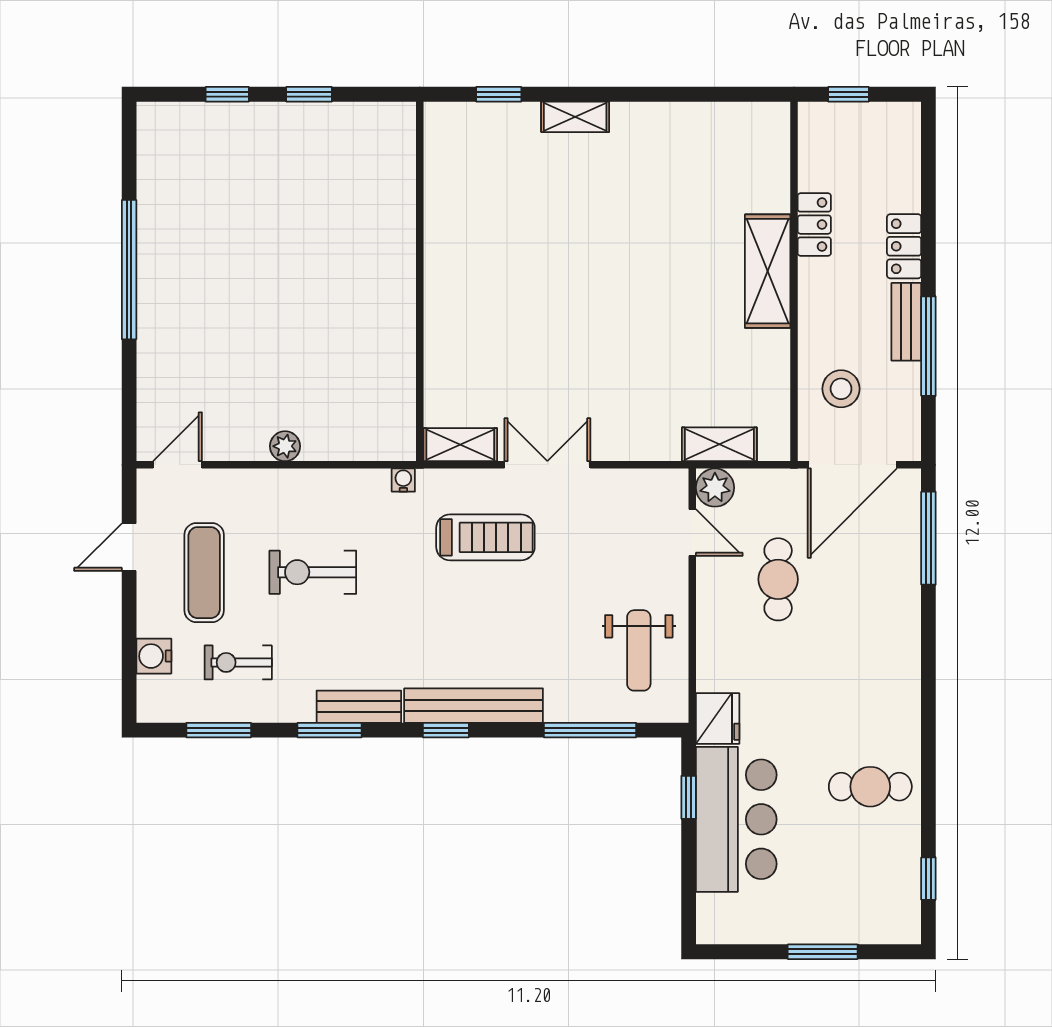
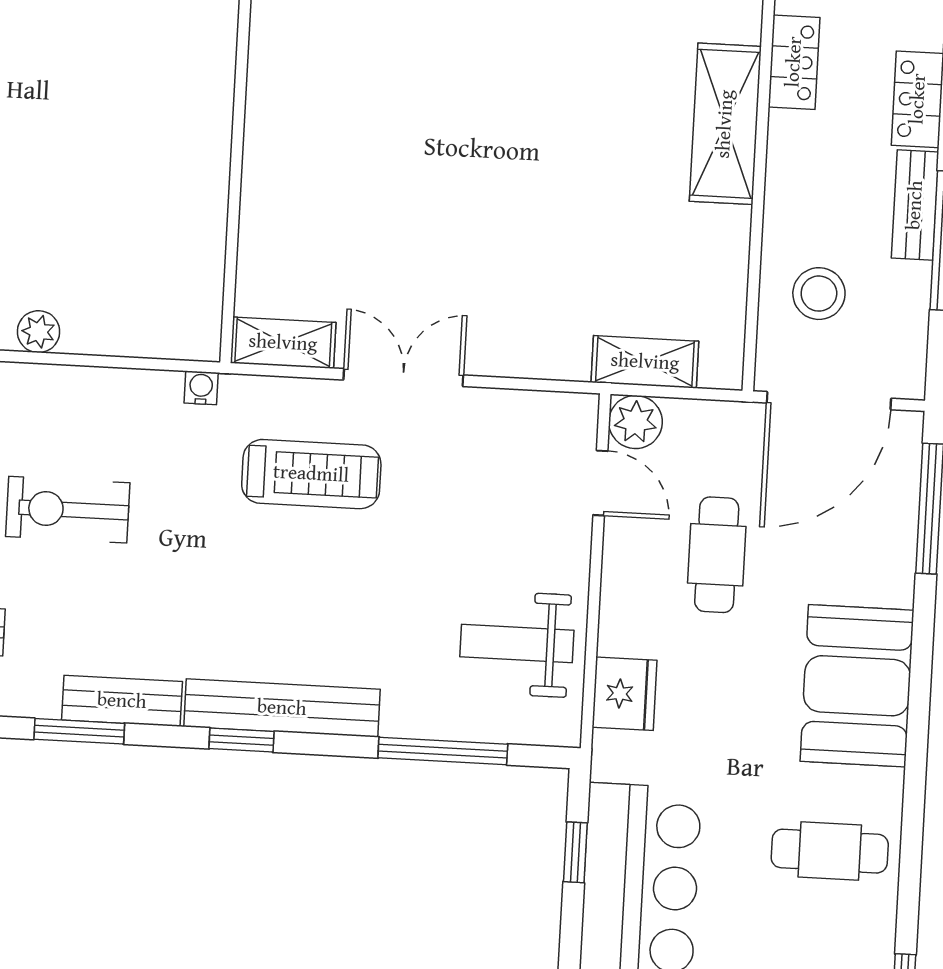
weight bench: (639, 650) -> (517, 644), turned 90
booth: (883, 667) -> (857, 686), added
fridge: (718, 719) -> (625, 694), moved

